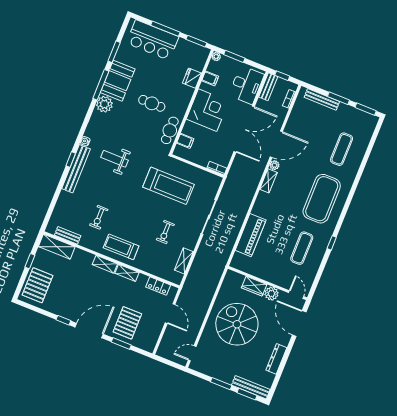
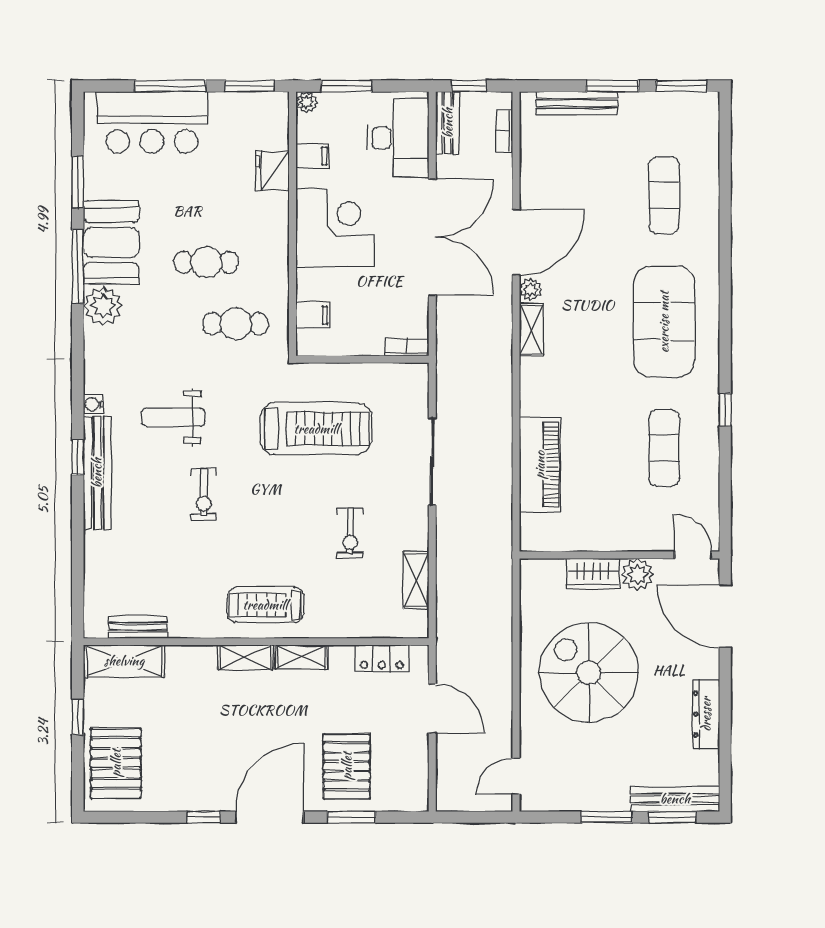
cafe table: (170, 130) -> (236, 324), moved, turned 90
exercise bike: (99, 217) -> (204, 494), moved

